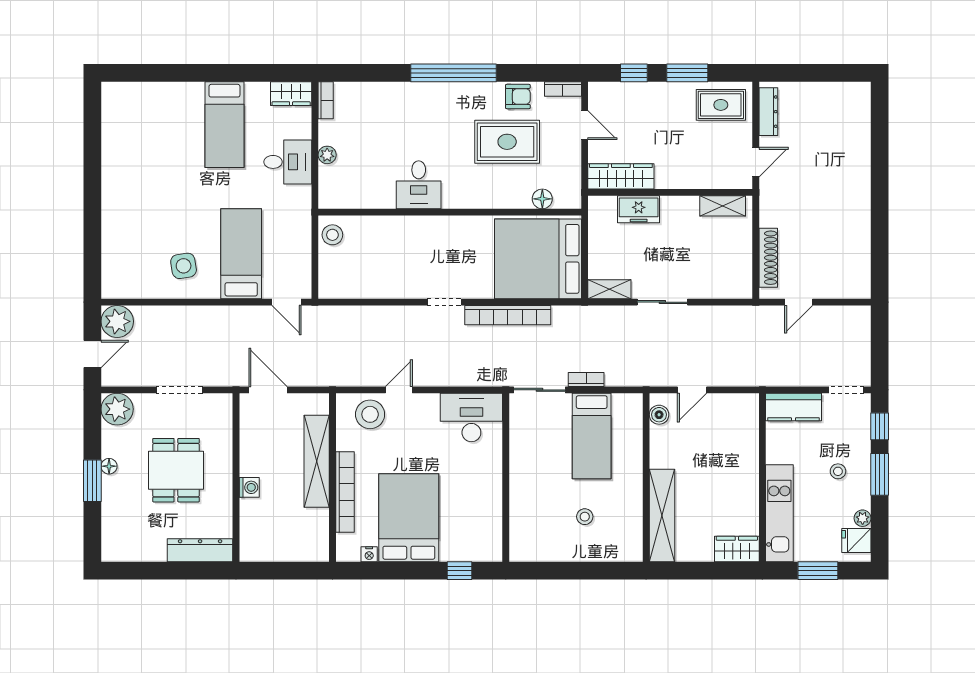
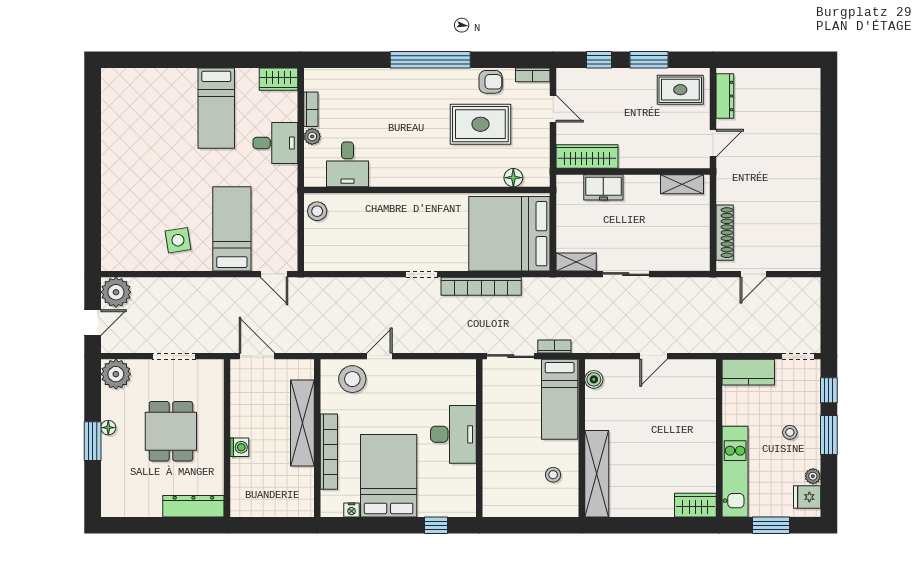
bookcase: (326, 100) -> (311, 109), moved
desk: (419, 185) -> (348, 164), moved
boiler: (659, 415) -> (594, 379), moved
desk: (471, 417) -> (453, 434), moved, turned 90
wall: (646, 478) -> (582, 438), moved
shelving: (662, 516) -> (597, 474), moved

